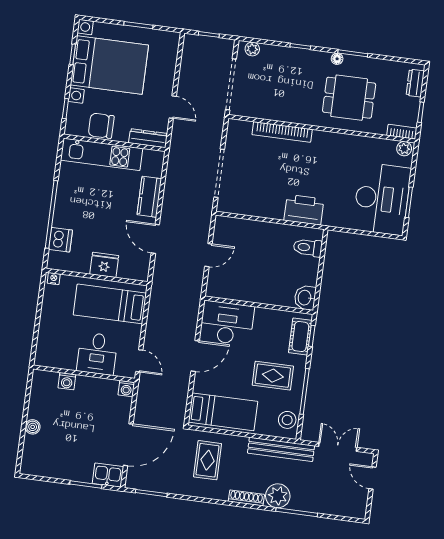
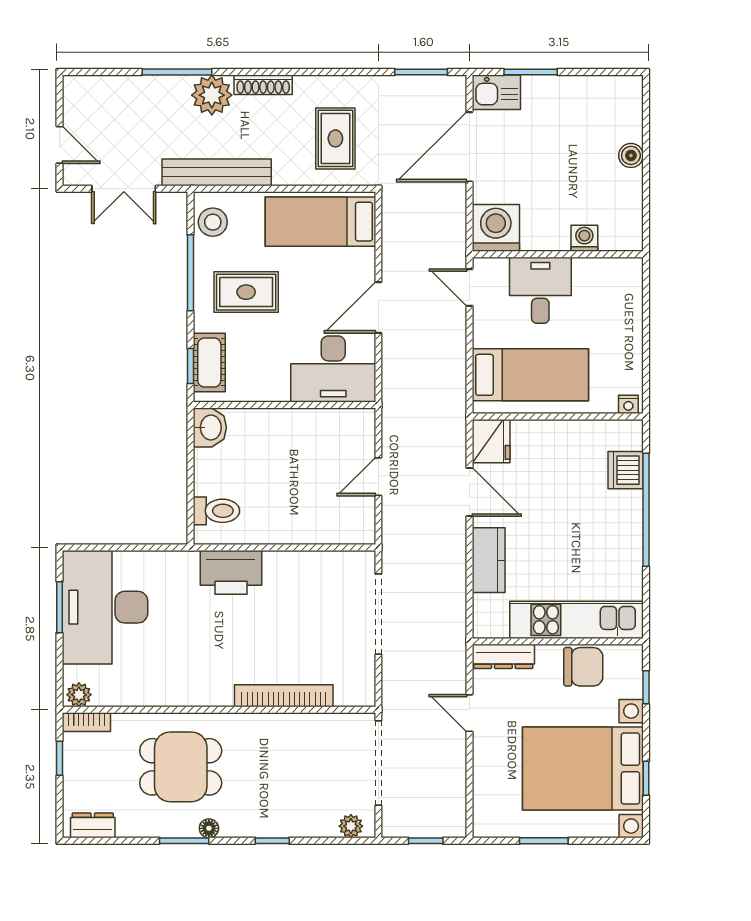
dresser: (415, 83) -> (93, 825), moved, turned -90
fridge: (104, 265) -> (491, 441), moved, turned -90
washing machine: (126, 389) -> (496, 228), width x1.89, depth x1.89

